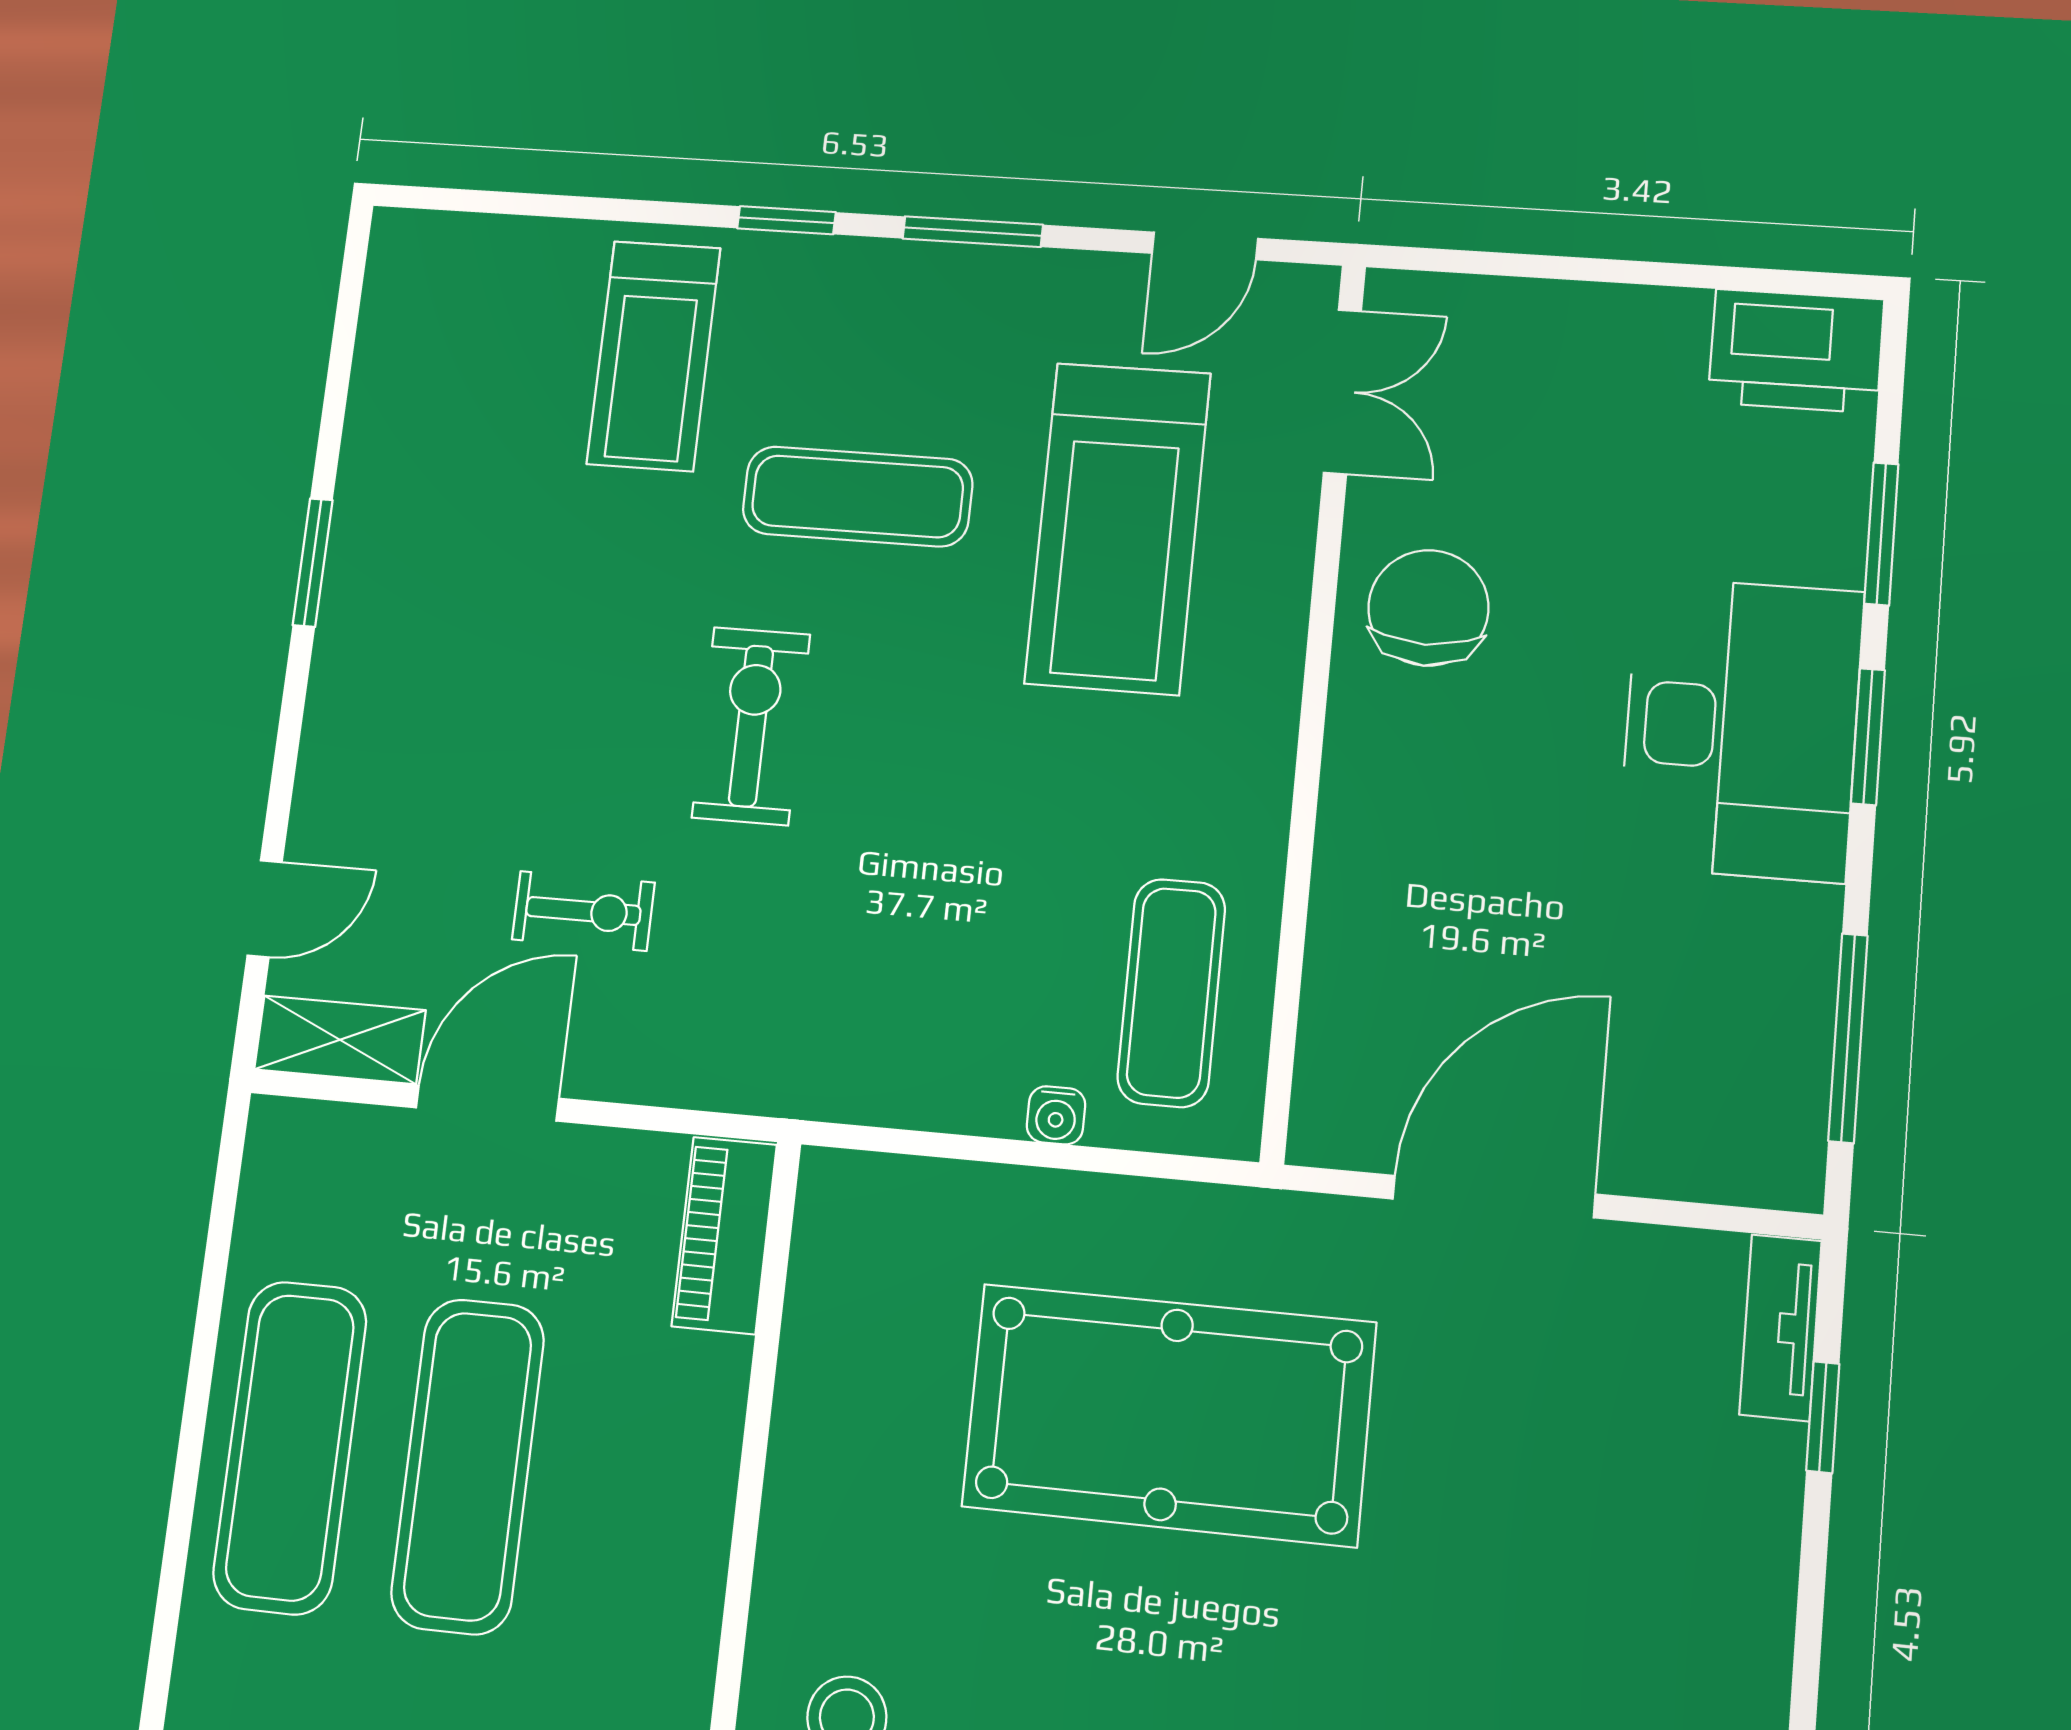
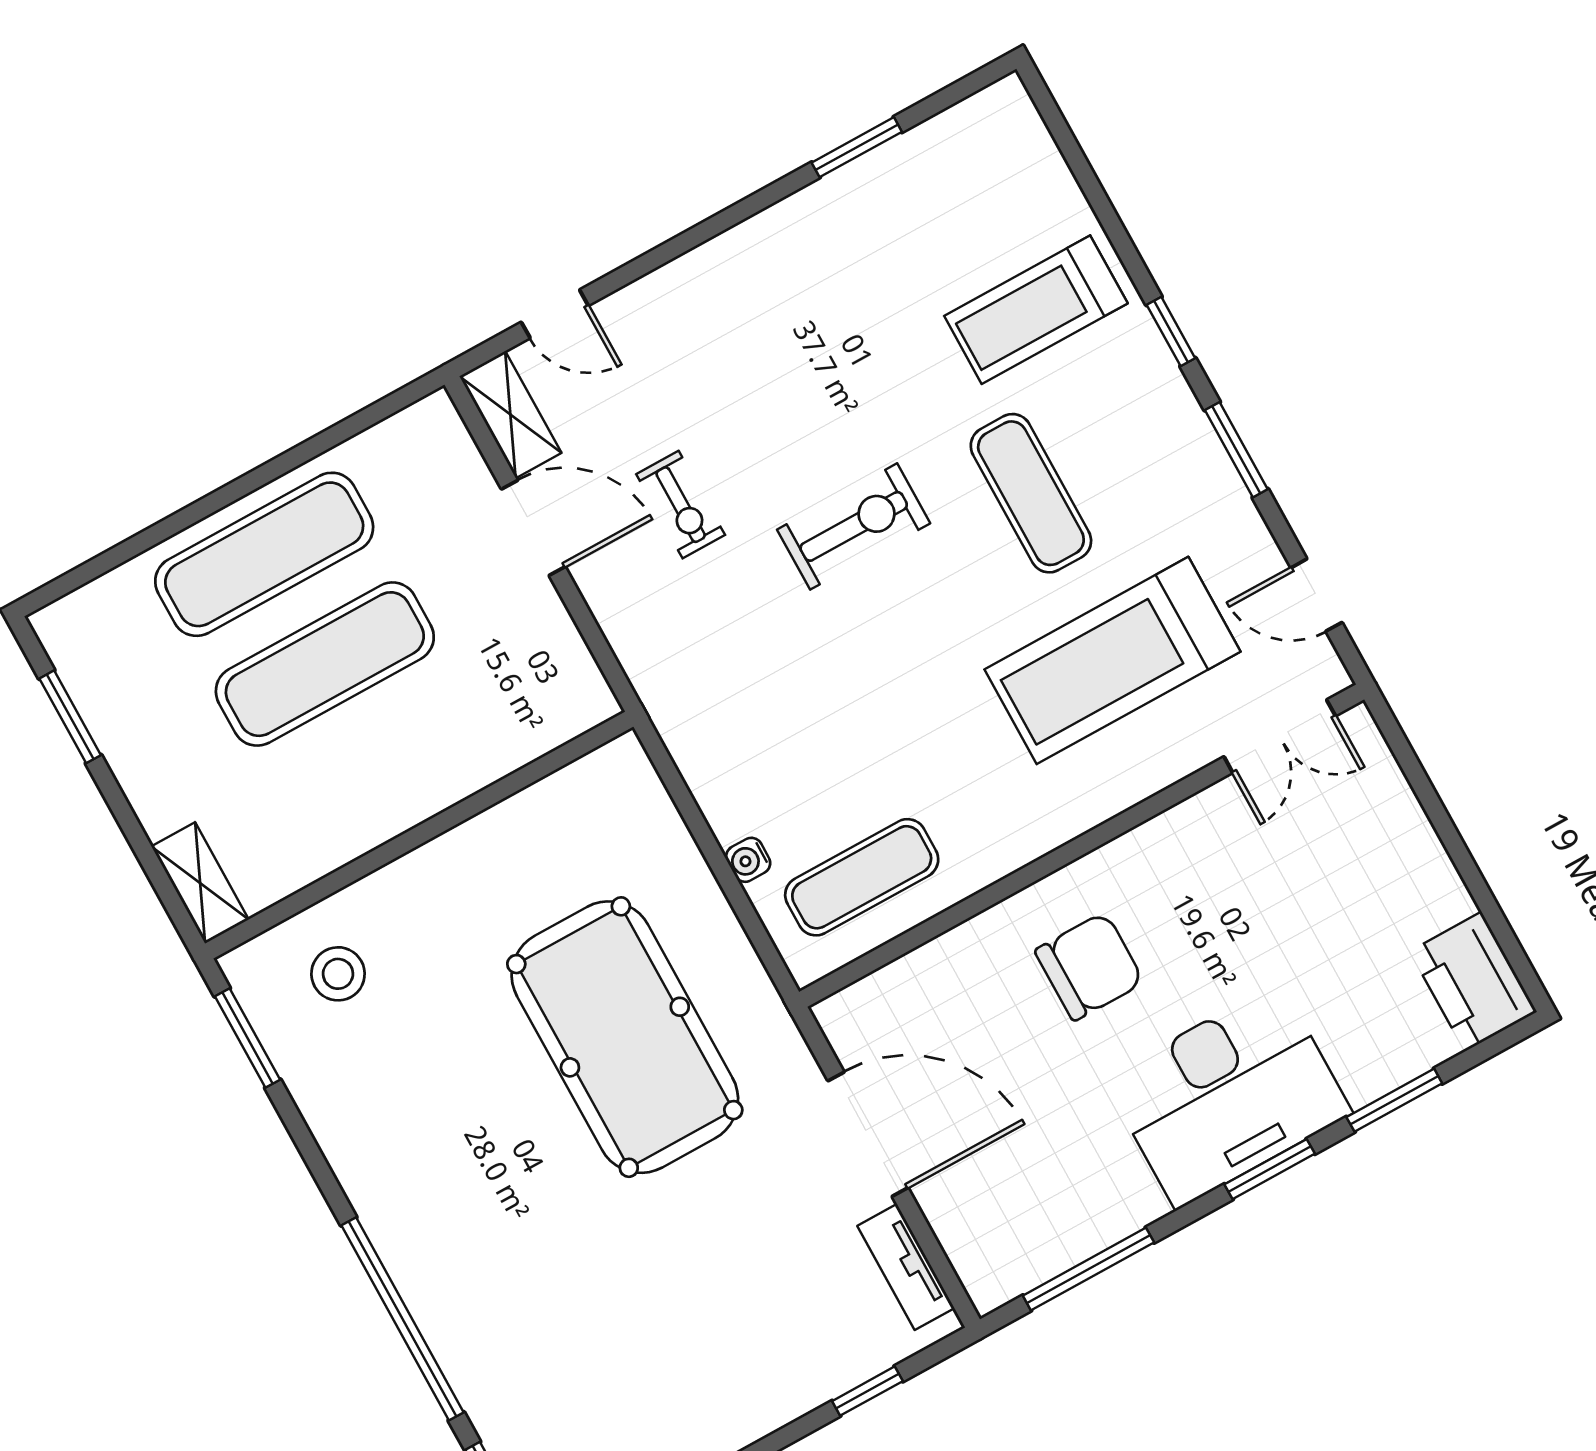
window: (313, 563) -> (857, 147), moved
chair: (1428, 608) -> (1089, 966), moved
piano: (724, 1235) -> (553, 719), removed
tv unit: (1780, 1328) -> (906, 1267), moved, turned -90

